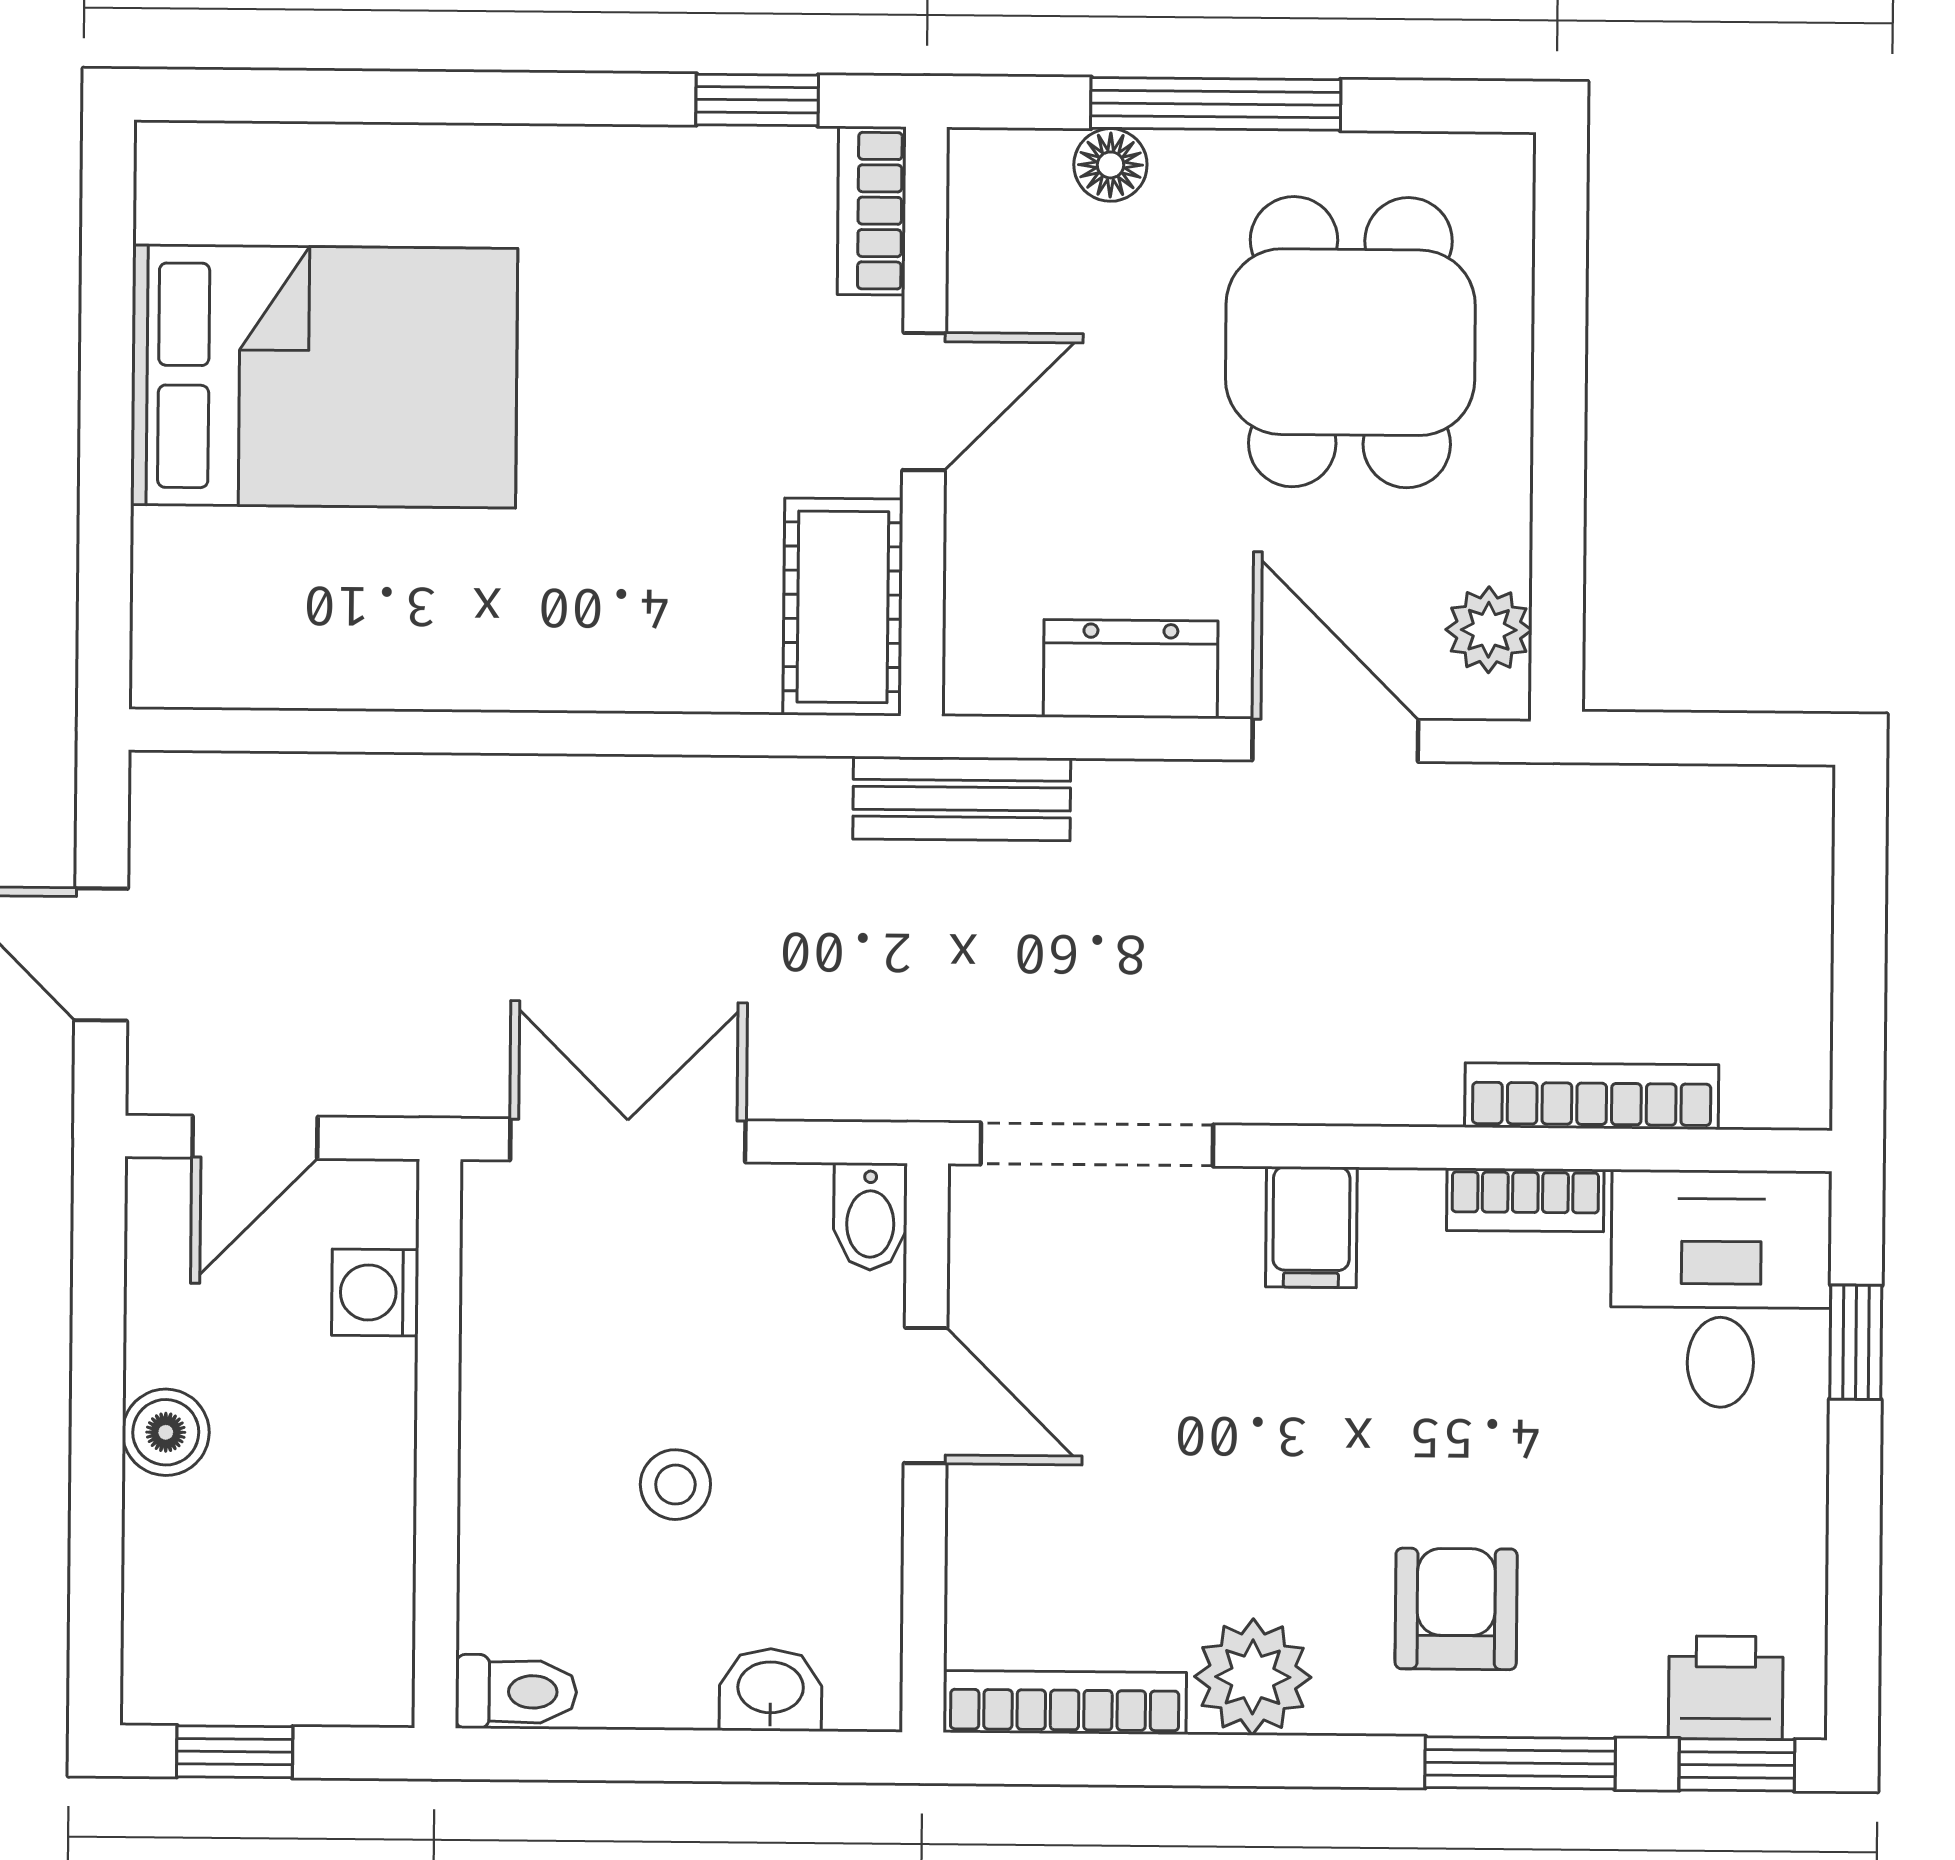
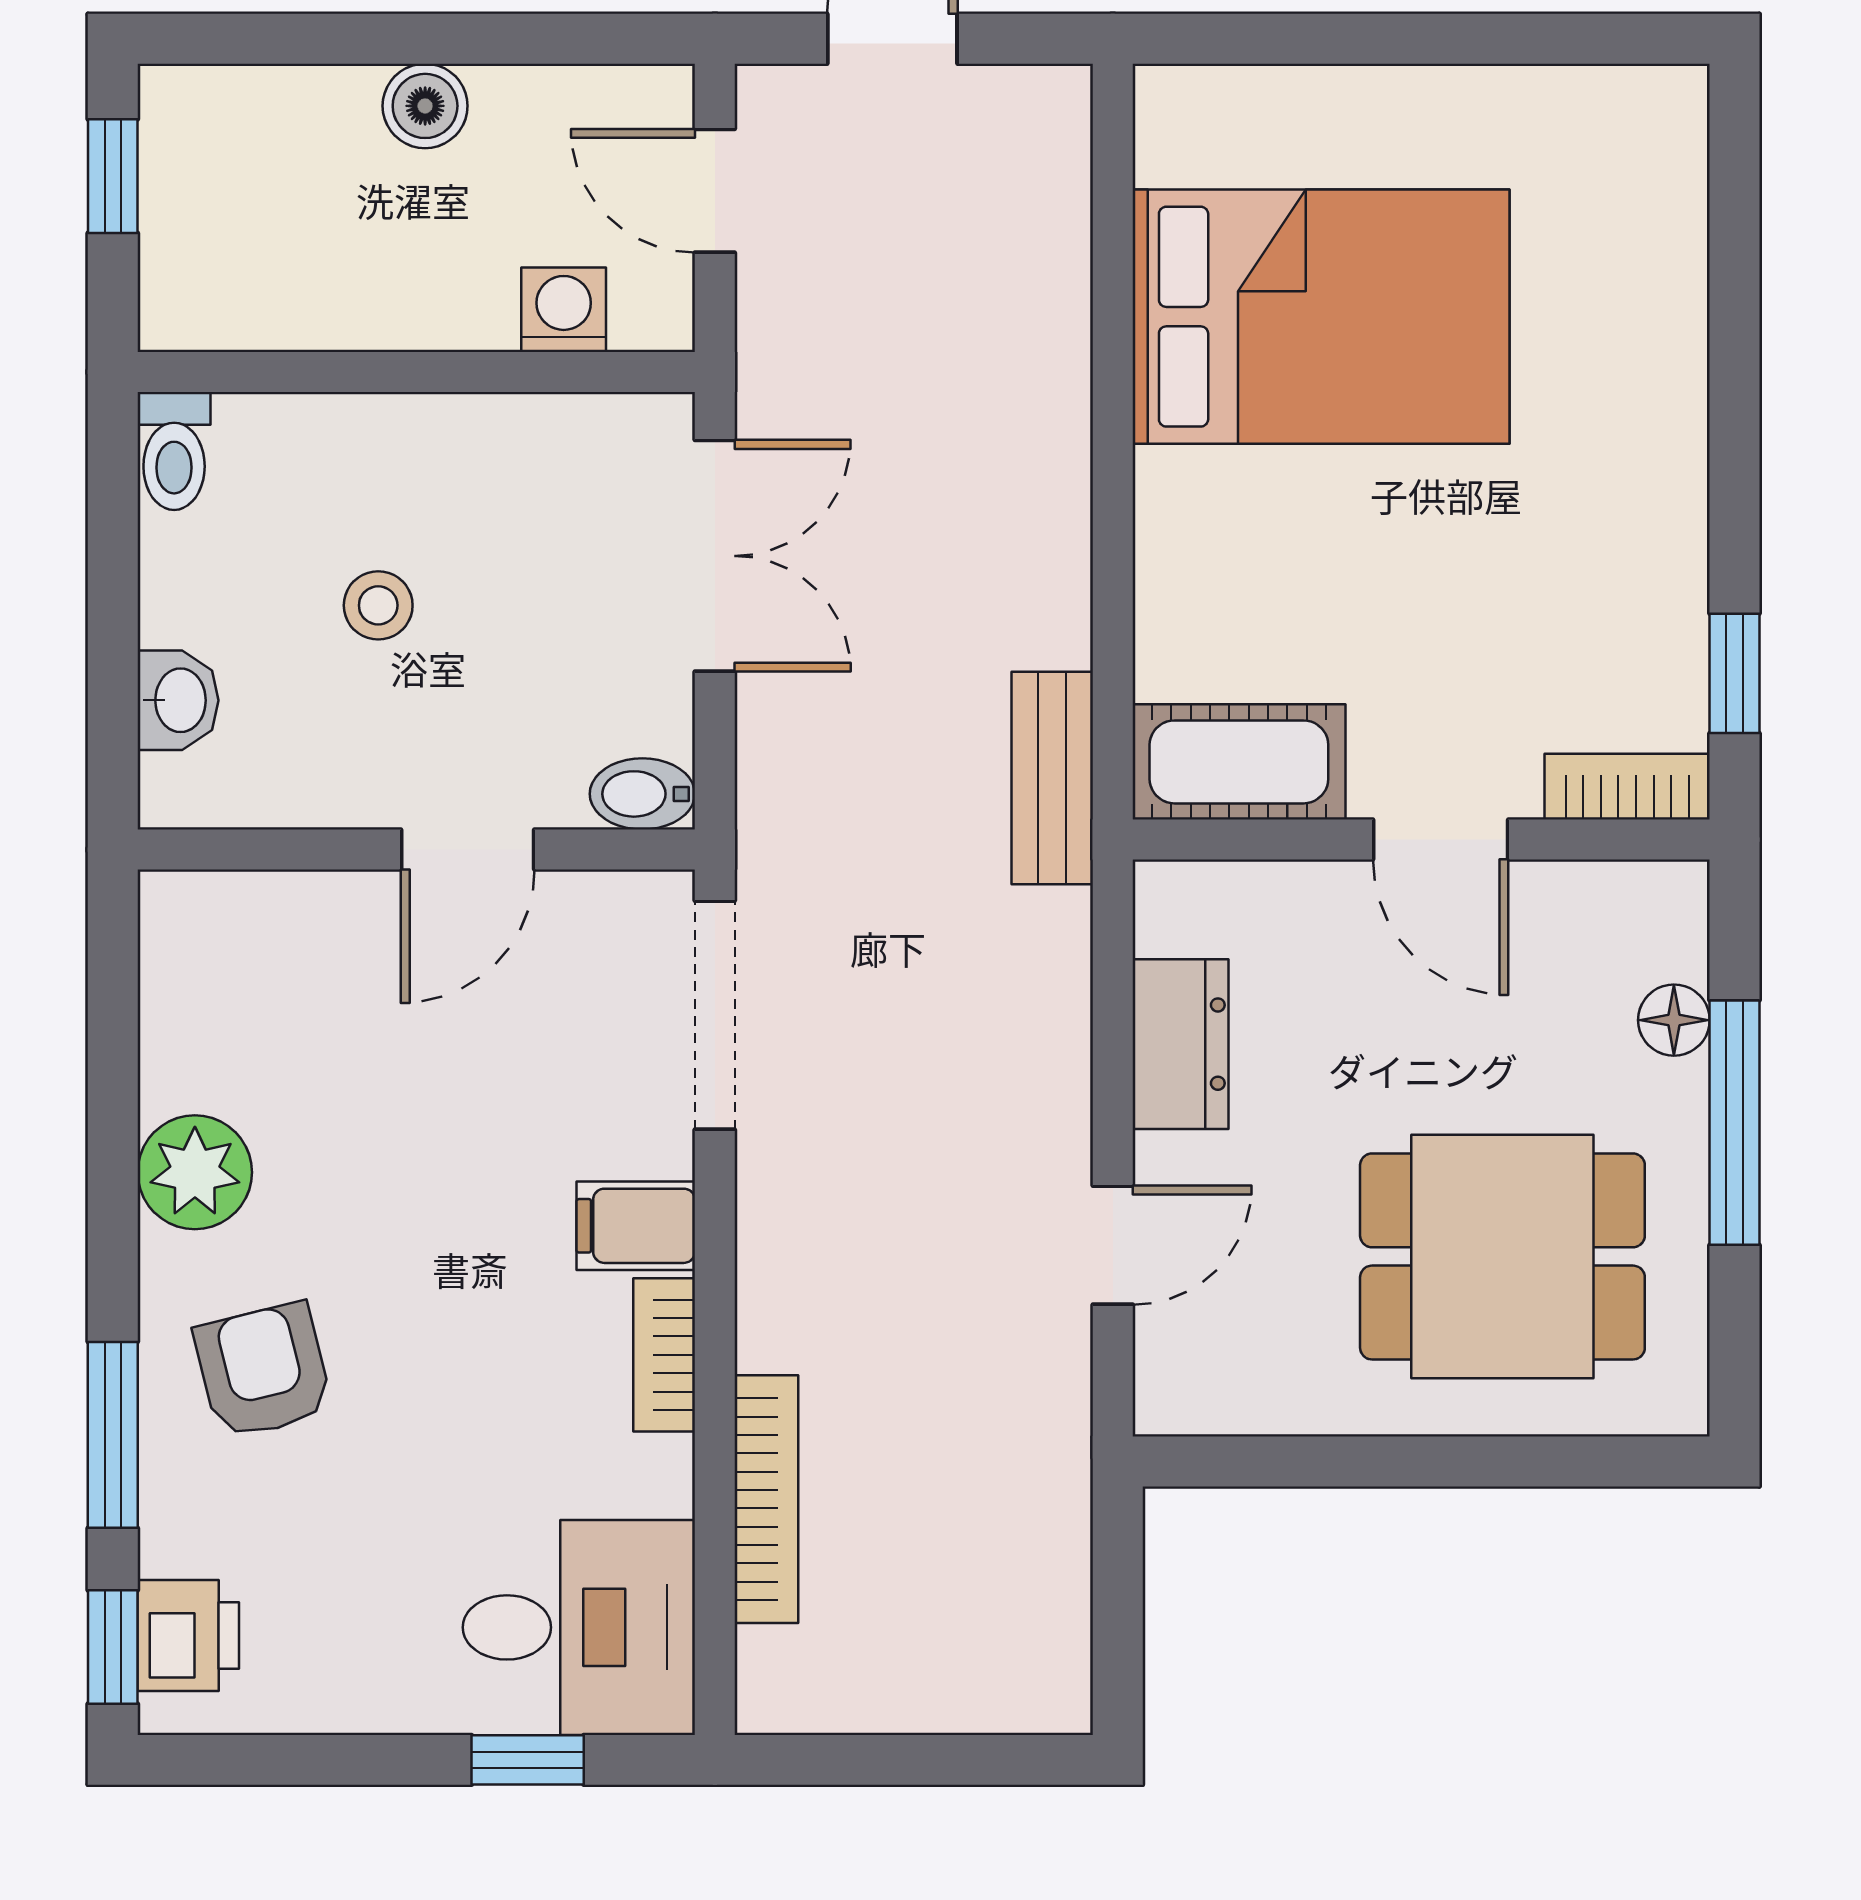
bed: (324, 377) -> (1321, 317), moved, turned -90
plant: (1489, 630) -> (1222, 1394), removed
door: (1335, 740) -> (1113, 1245), width x0.73
bench: (962, 799) -> (1052, 778), moved
bookcase: (1525, 1200) -> (664, 1355), moved
armchair: (1456, 1609) -> (263, 1371), turned -104
bookcase: (1065, 1703) -> (168, 988), removed

